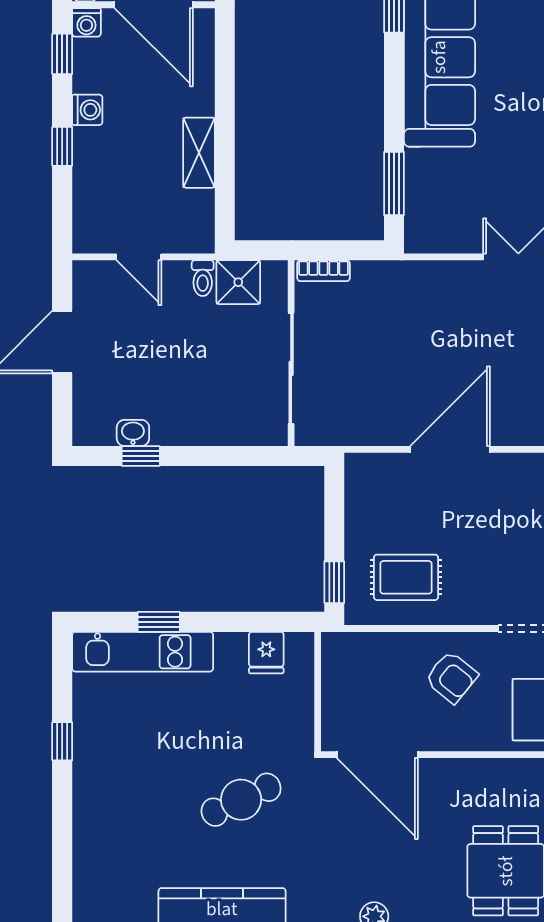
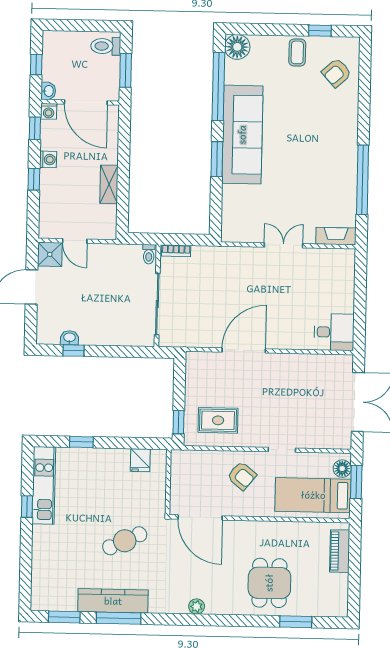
window: (394, 183) -> (217, 159), moved
toilet: (203, 278) -> (149, 254), moved
shower: (238, 282) -> (50, 254), moved
kitchen unit: (143, 652) -> (44, 485), moved, turned -90

